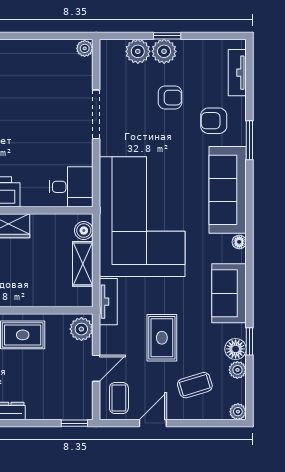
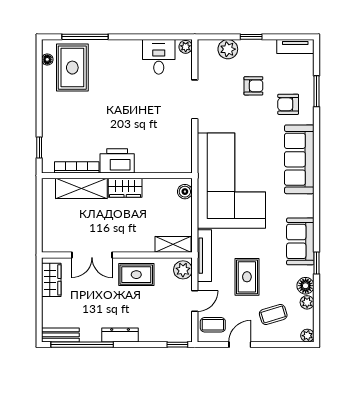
plant: (164, 51) -> (249, 49), removed
tv unit: (237, 73) -> (295, 47), moved, turned -90
window: (249, 140) -> (316, 91), moved
desk: (71, 187) -> (159, 57), moved, turned -90
floor lamp: (239, 242) -> (308, 201), removed
shelving: (83, 264) -> (173, 244), moved, turned 90
tv unit: (108, 302) -> (204, 256), width x1.41
window: (249, 341) -> (316, 263), moved
coffee table: (119, 398) -> (213, 325), turned 90

